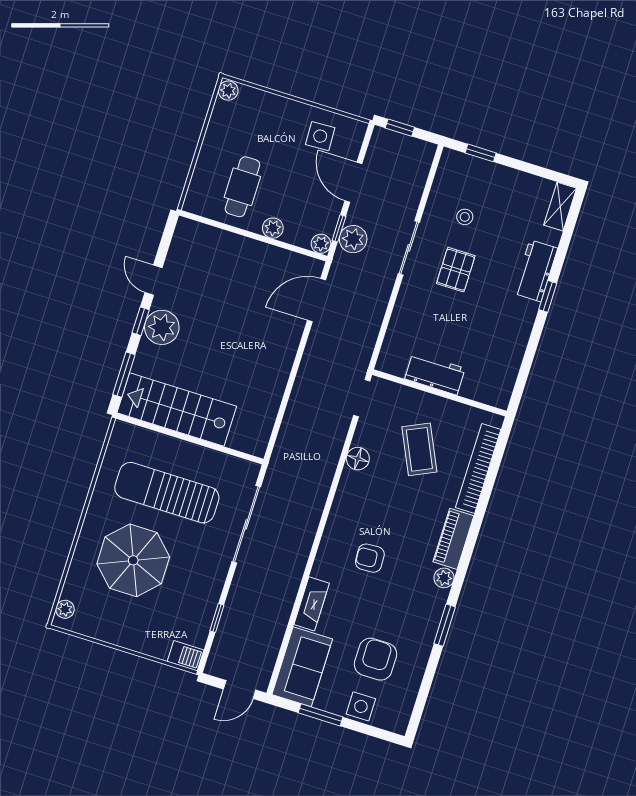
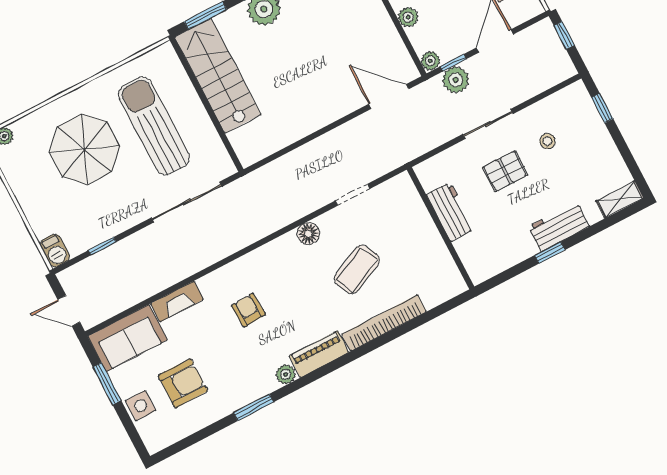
workbench: (435, 374) -> (451, 212), moved
wall: (439, 393) -> (441, 228), moved

